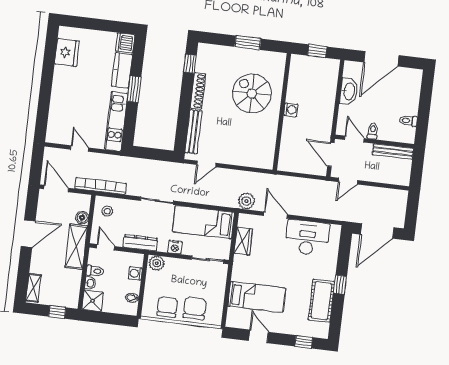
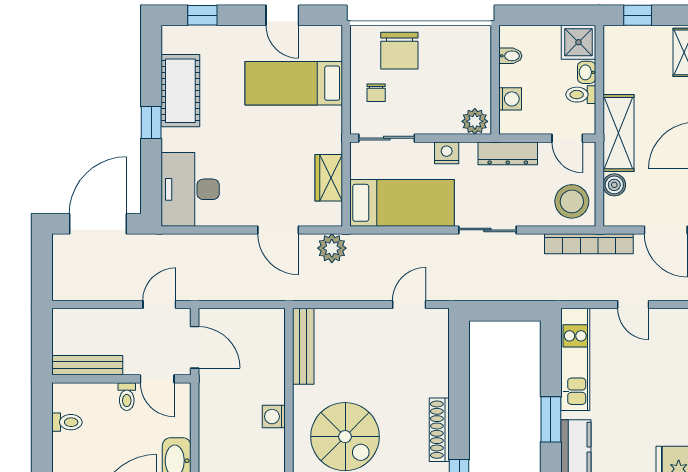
bench: (194, 132) -> (303, 346), moved
stool: (107, 211) -> (572, 201), width x1.89, depth x1.89
desk: (307, 238) -> (190, 189), moved, turned 90
chair: (167, 307) -> (376, 93), moved, width x0.54, depth x0.54

